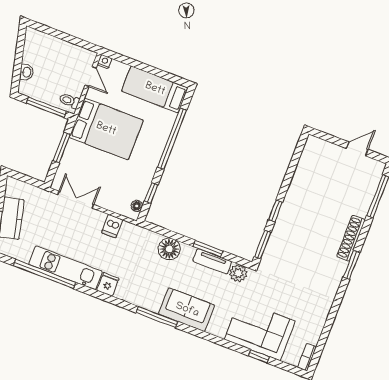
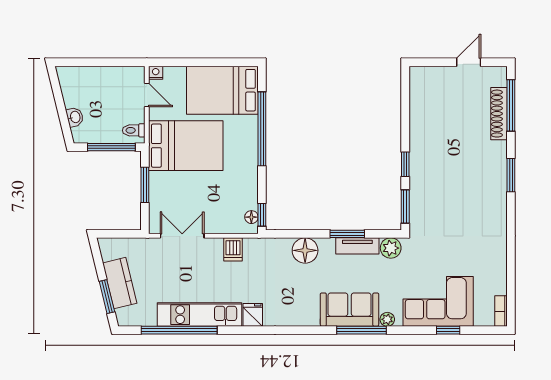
bed: (155, 89) -> (222, 90), width x1.50
window: (151, 193) -> (262, 215), moved
shoe rack: (351, 238) -> (499, 114), moved
window: (352, 265) -> (511, 175), moved
window: (157, 317) -> (361, 330), moved
plant: (214, 329) -> (387, 319), added

